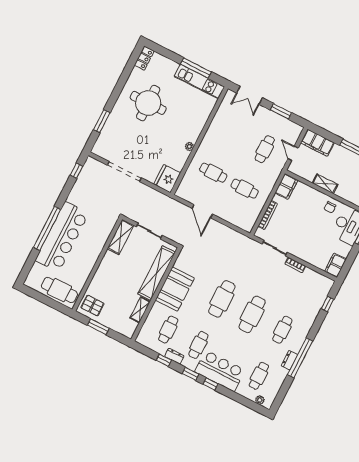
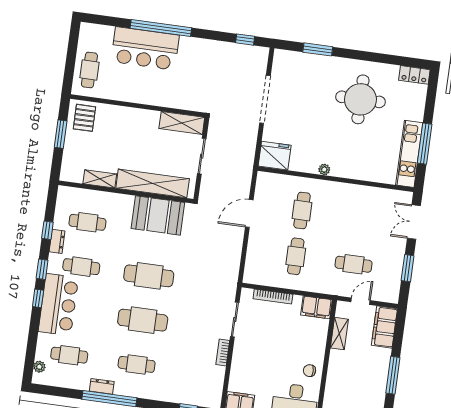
shelving: (325, 184) -> (339, 334), moved
bar counter: (62, 237) -> (145, 48), width x0.73
booth: (175, 289) -> (158, 215), moved
cafe table: (59, 290) -> (89, 70), width x0.73, depth x0.74

